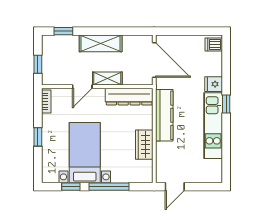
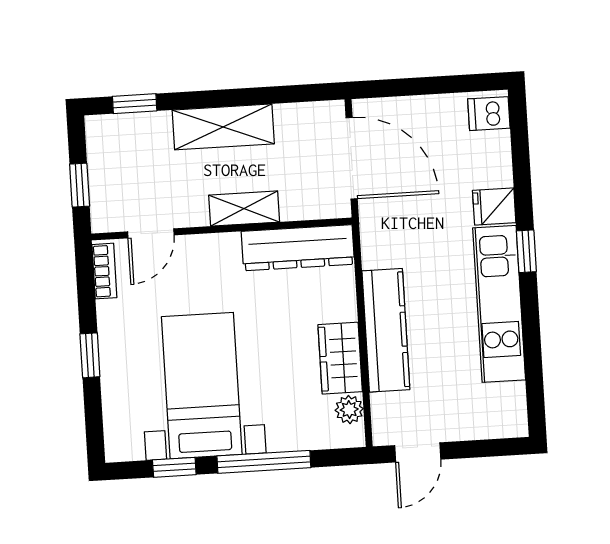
door: (82, 87) -> (151, 233), moved
kitchen counter: (164, 115) -> (386, 330), moved
plant: (147, 167) -> (349, 410), added

